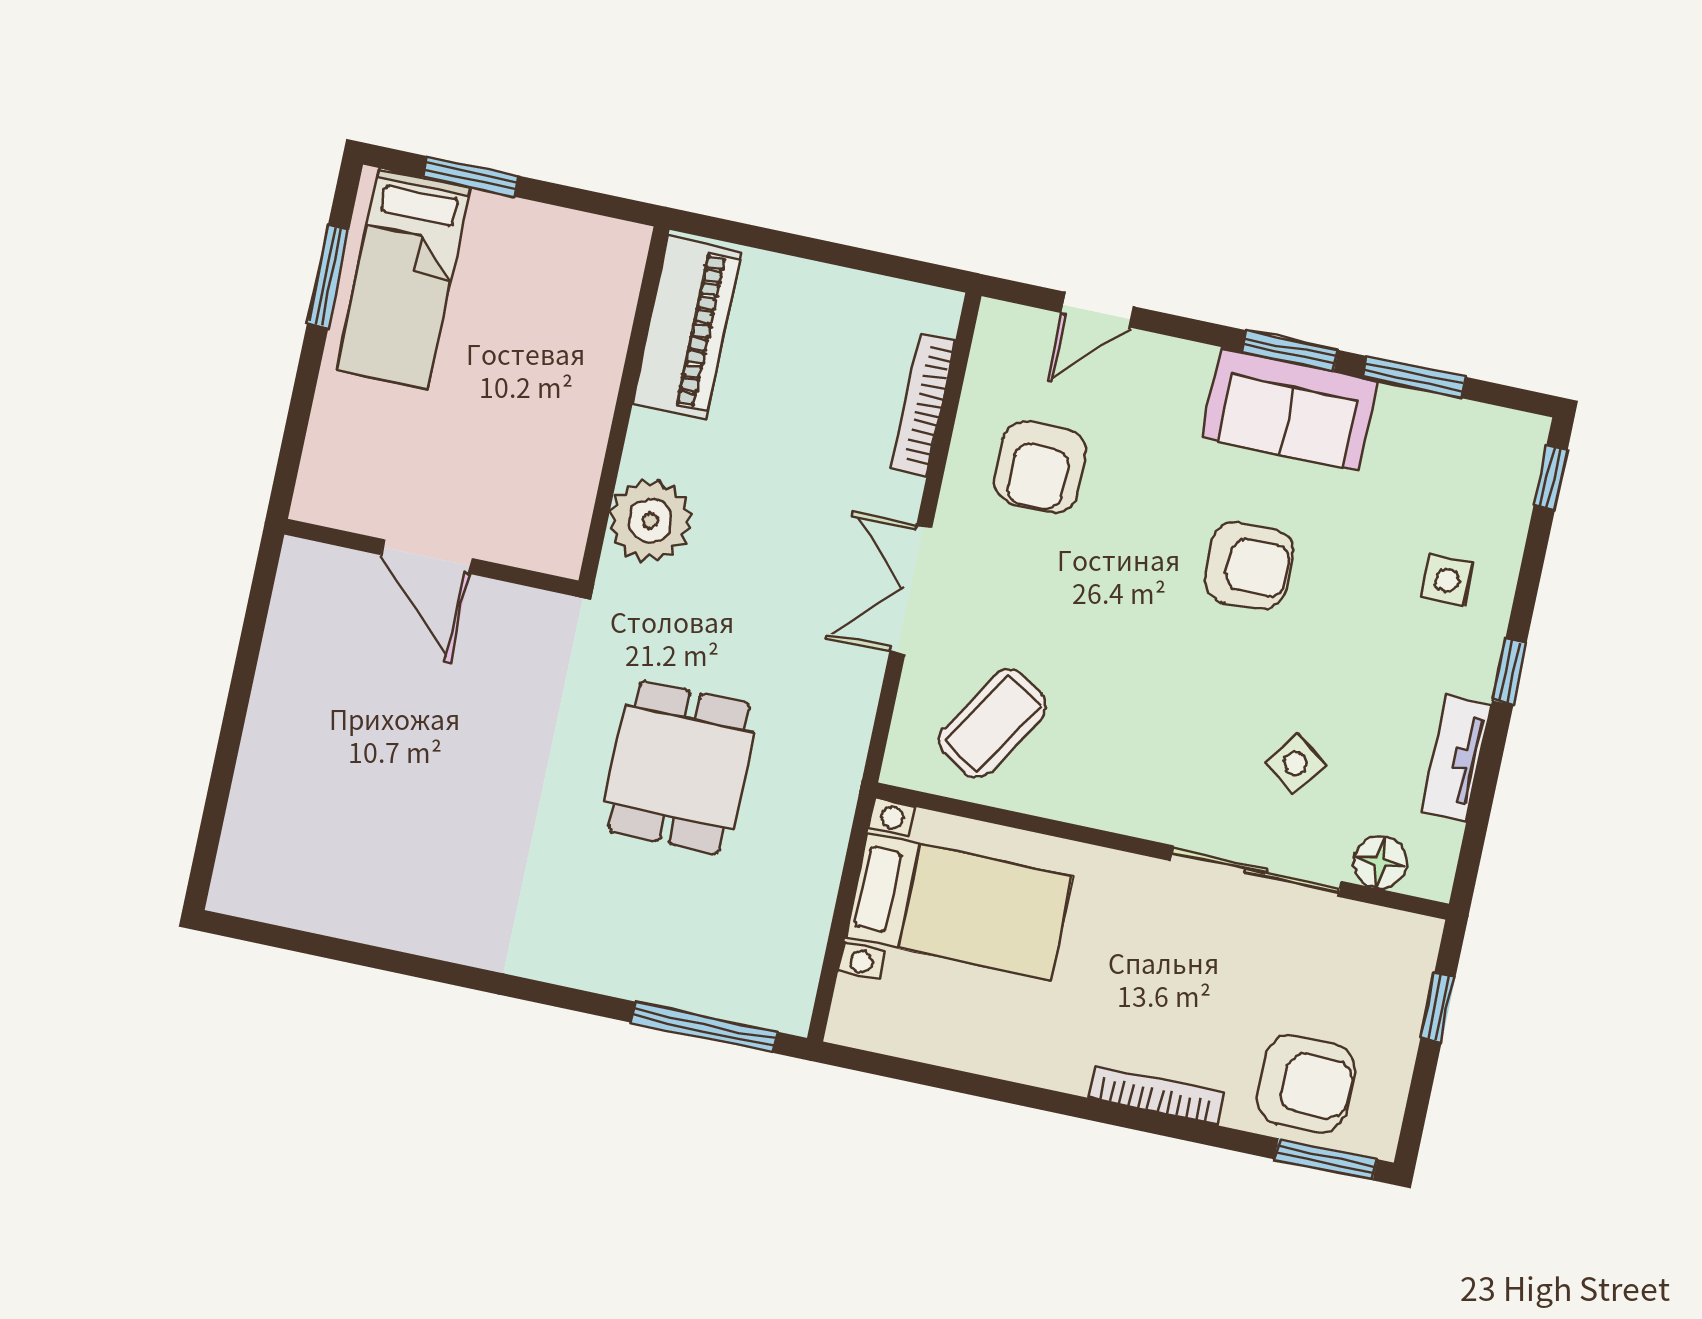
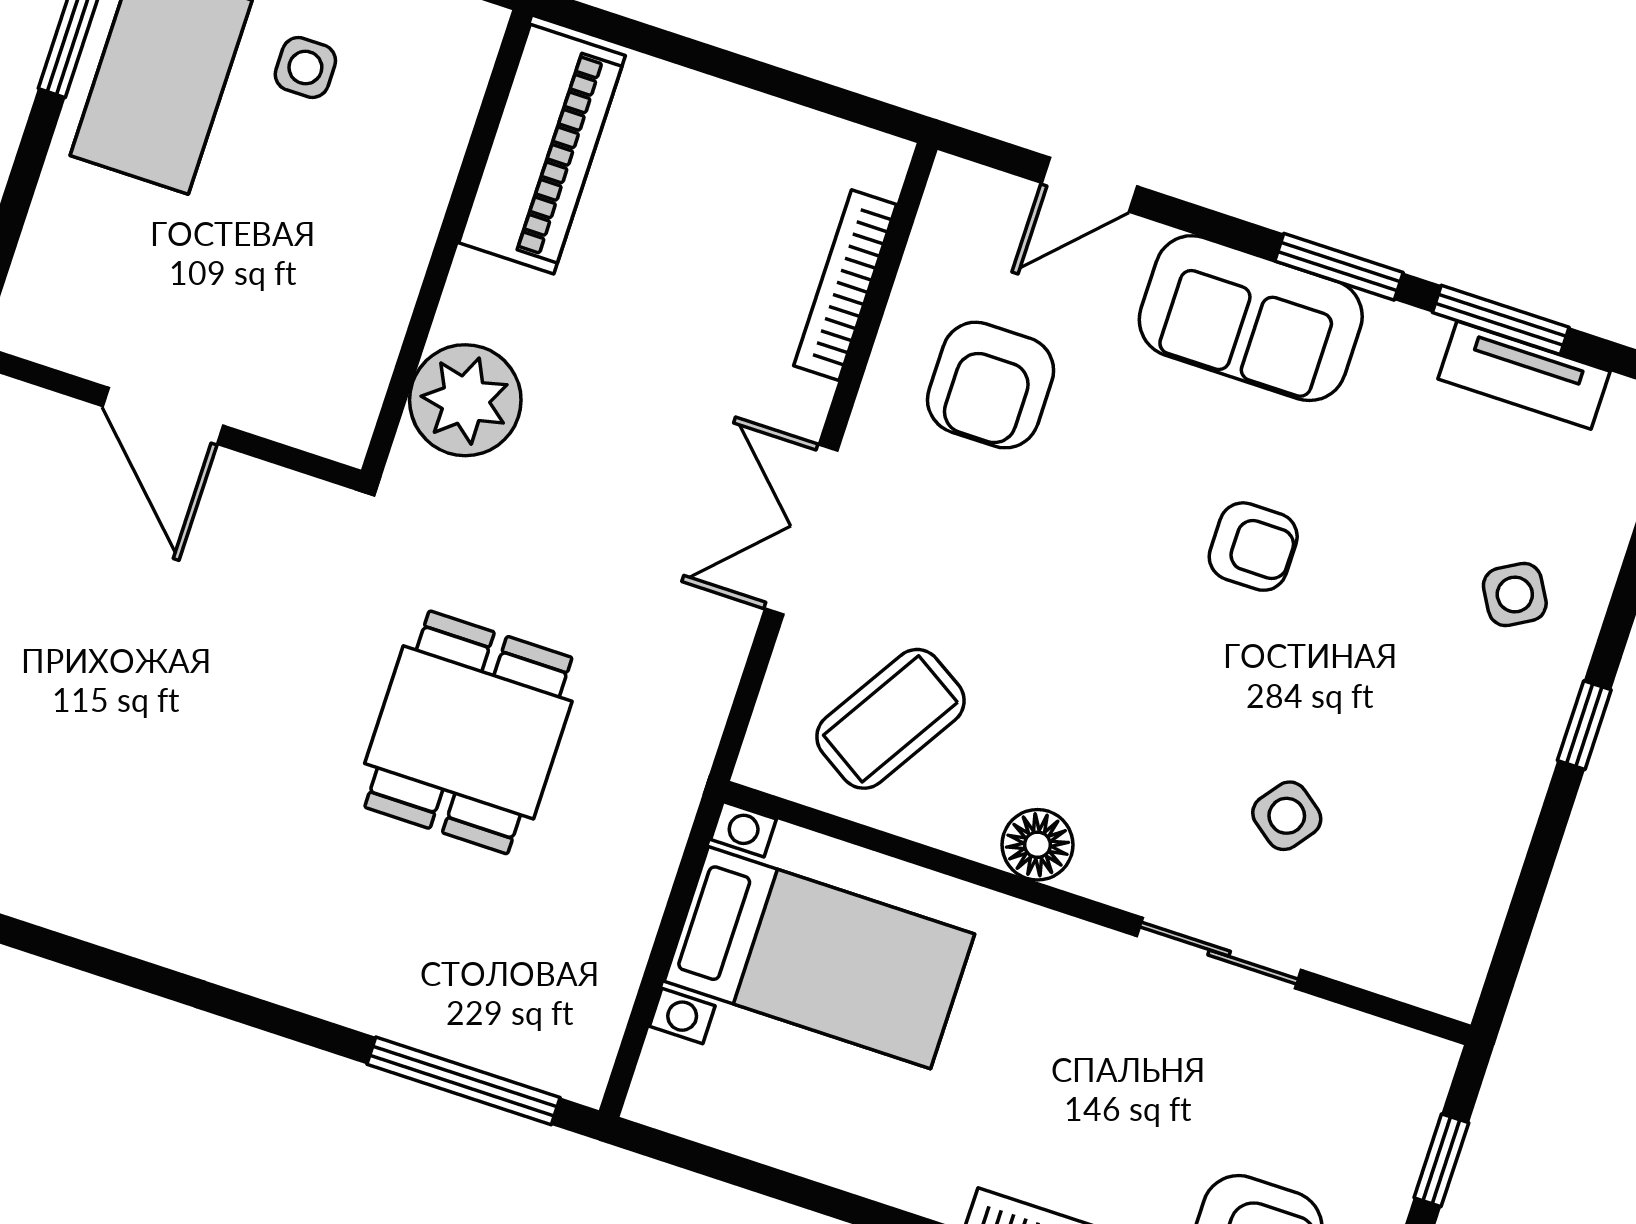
side table: (504, 286) -> (305, 67), added
sofa: (1290, 409) -> (1251, 318), moved
armchair: (1248, 566) -> (1253, 547), width x0.72, depth x0.72
side table: (1447, 580) -> (1515, 595), turned -30
tv unit: (1456, 758) -> (1524, 375), moved, turned -90
floor lamp: (1380, 862) -> (1037, 845), moved
sliding door: (1256, 871) -> (1219, 953), width x0.73

